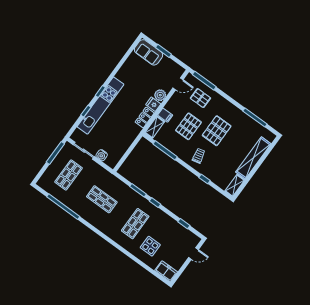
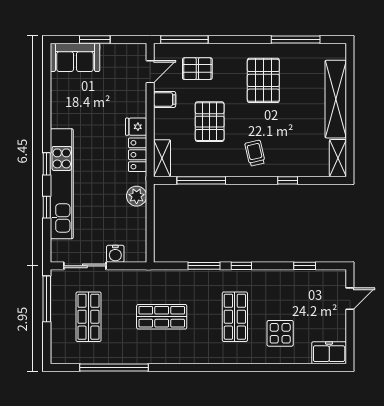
plant: (160, 95) -> (137, 196), moved
filing cabinet: (165, 115) -> (165, 99), moved
pallet: (217, 131) -> (263, 80), moved

